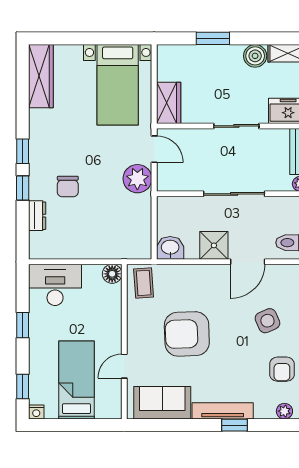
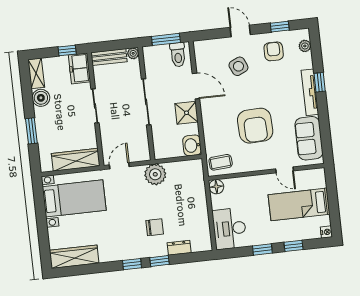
wardrobe: (169, 103) -> (76, 160), width x1.50
plant: (137, 179) -> (155, 174), moved
armchair: (282, 369) -> (274, 51), turned -90
window: (23, 386) -> (294, 246), moved

